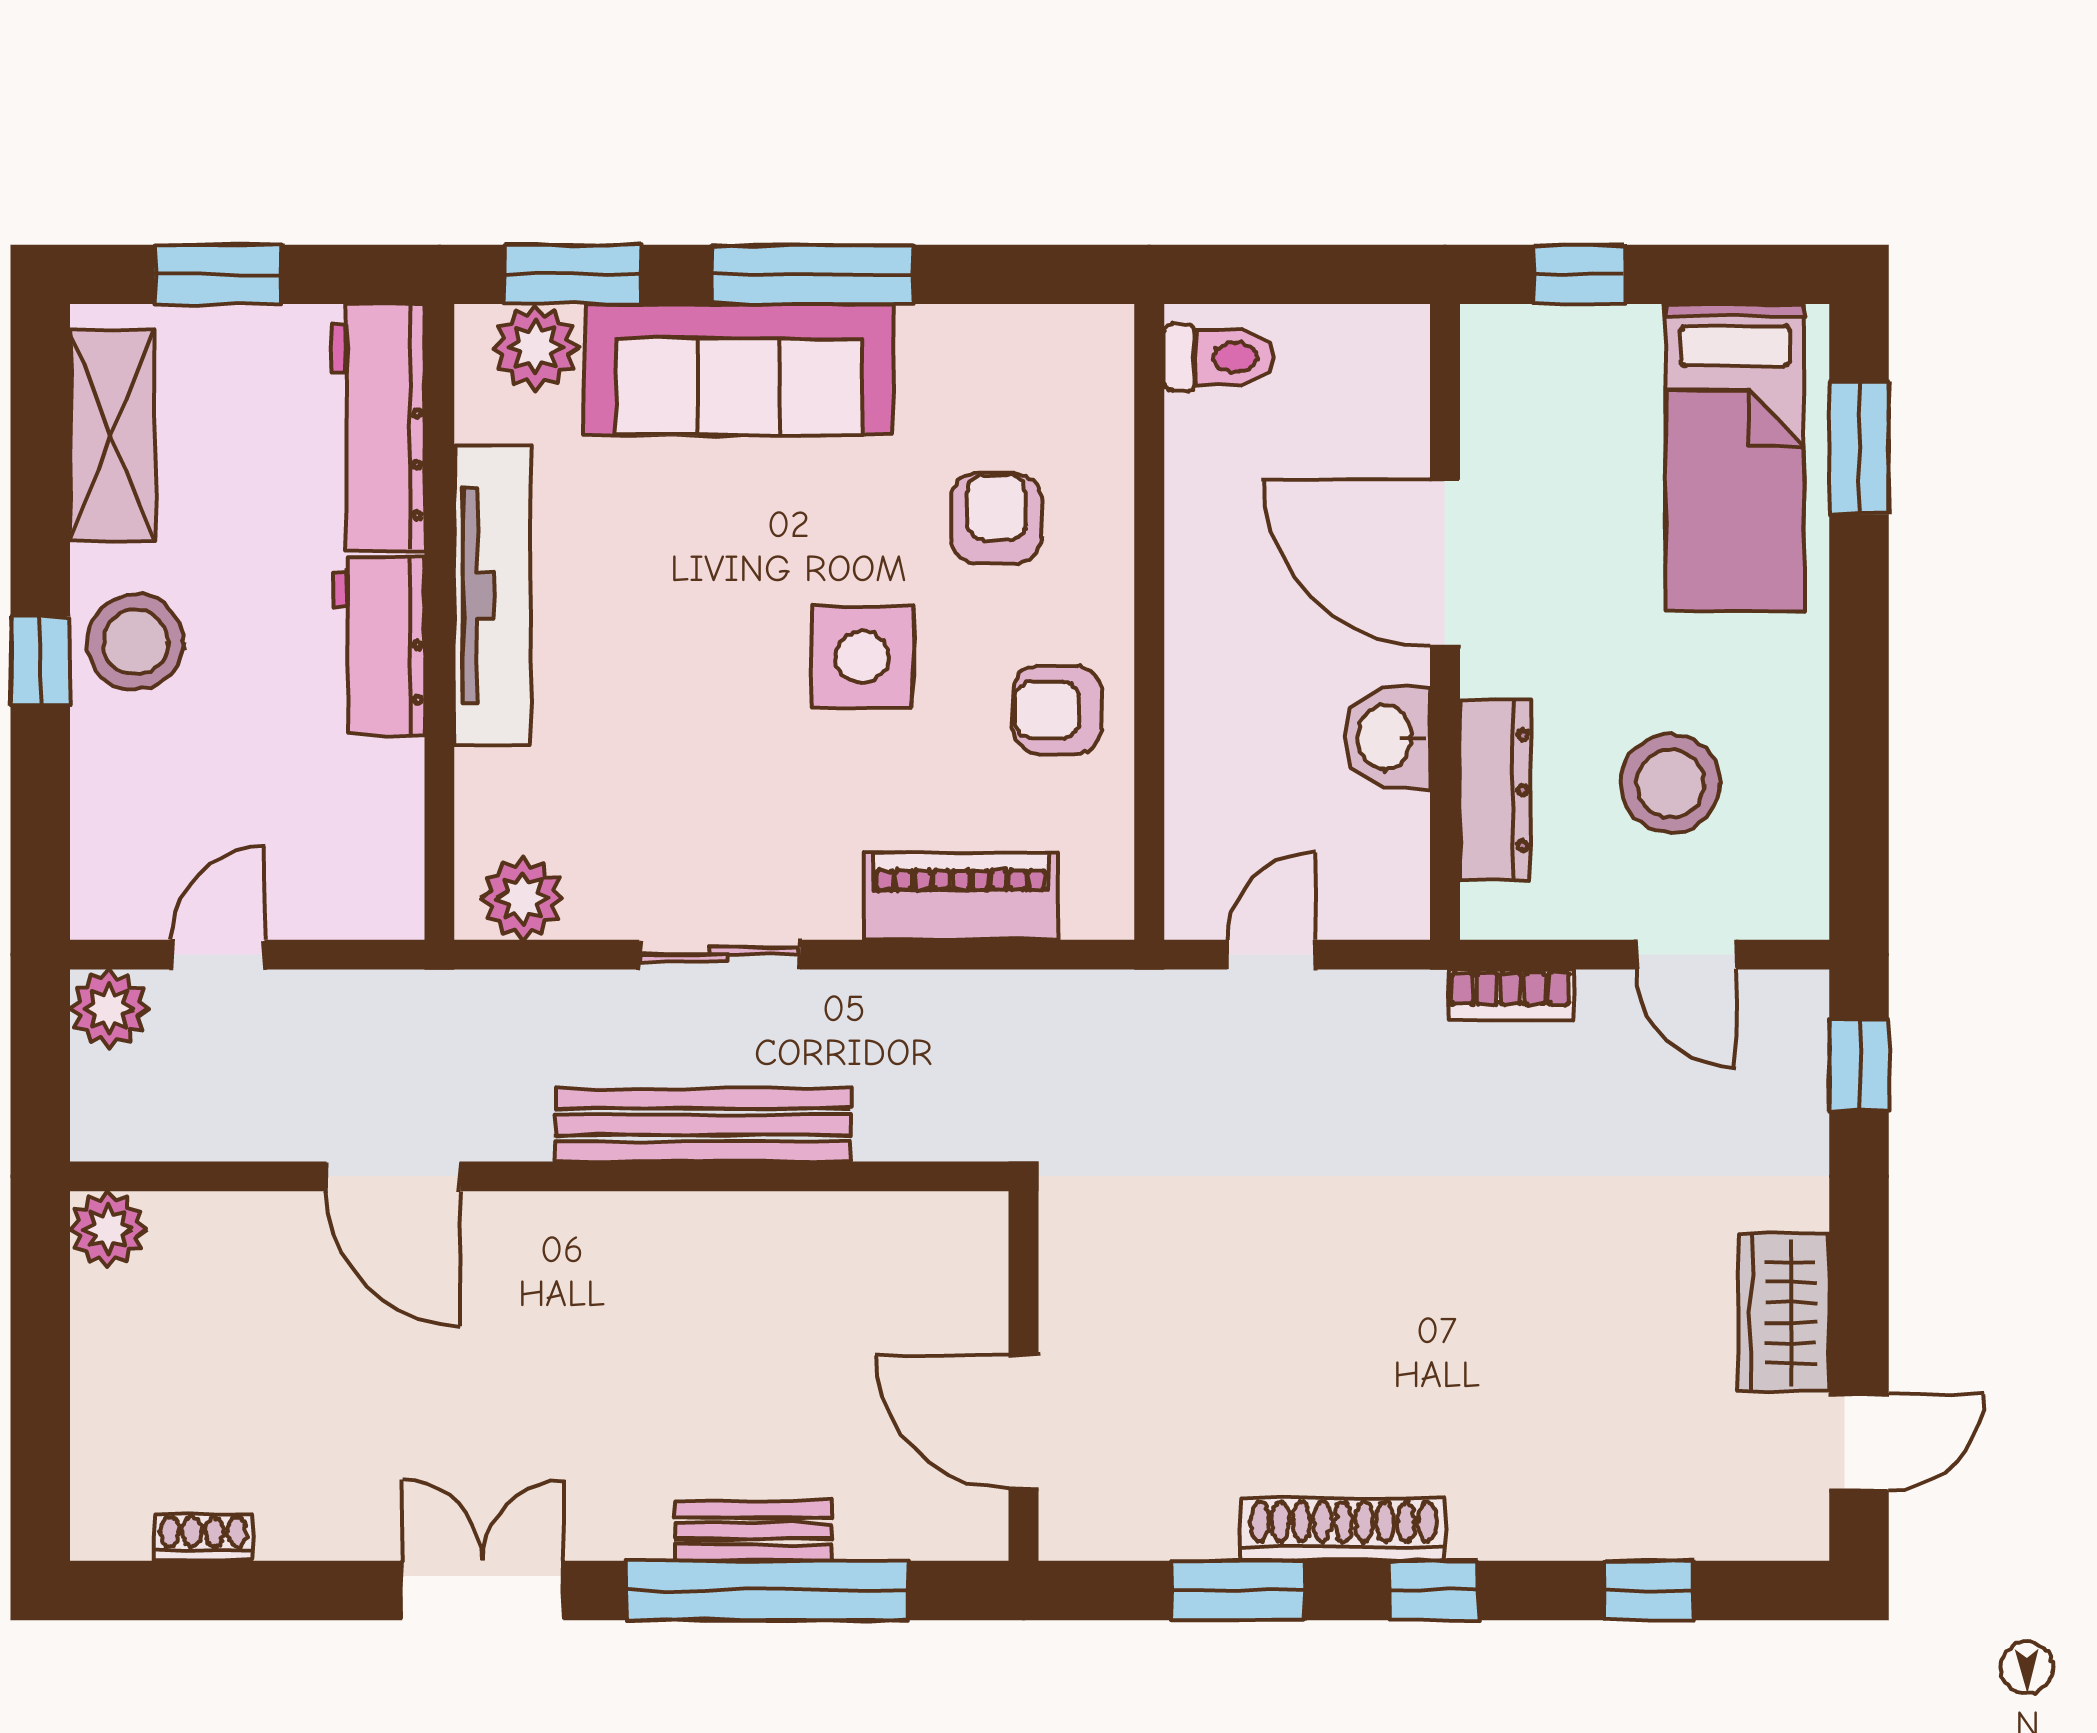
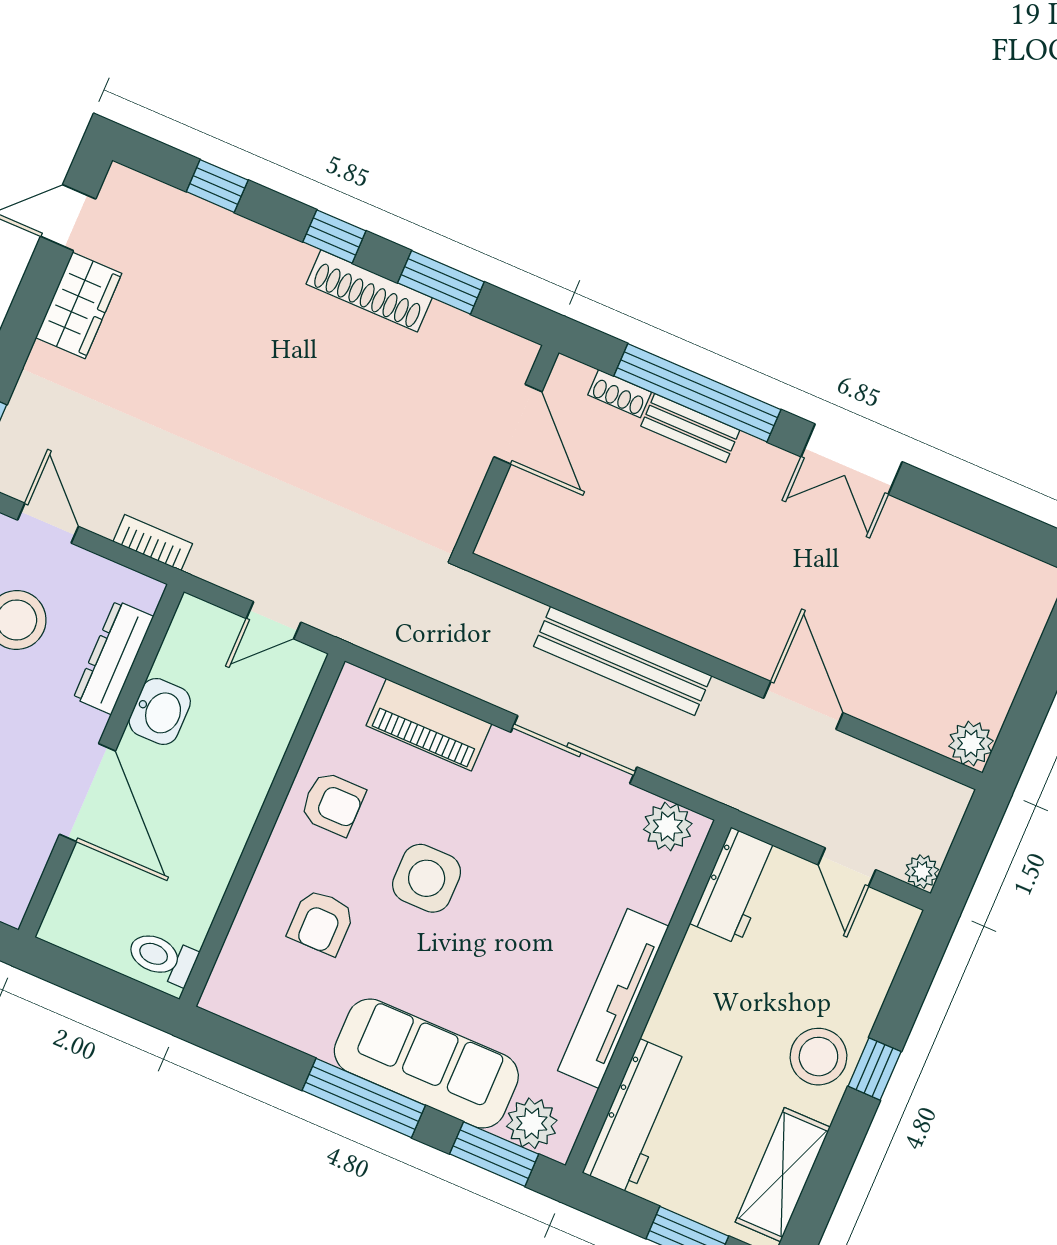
workbench: (379, 646) -> (735, 886), moved
door: (218, 955) -> (847, 867), hinge flipped
sliding door: (720, 955) -> (574, 750), width x1.37
plant: (109, 1009) -> (922, 872), width x0.73, depth x0.73
shoe rack: (203, 1537) -> (620, 394), moved

